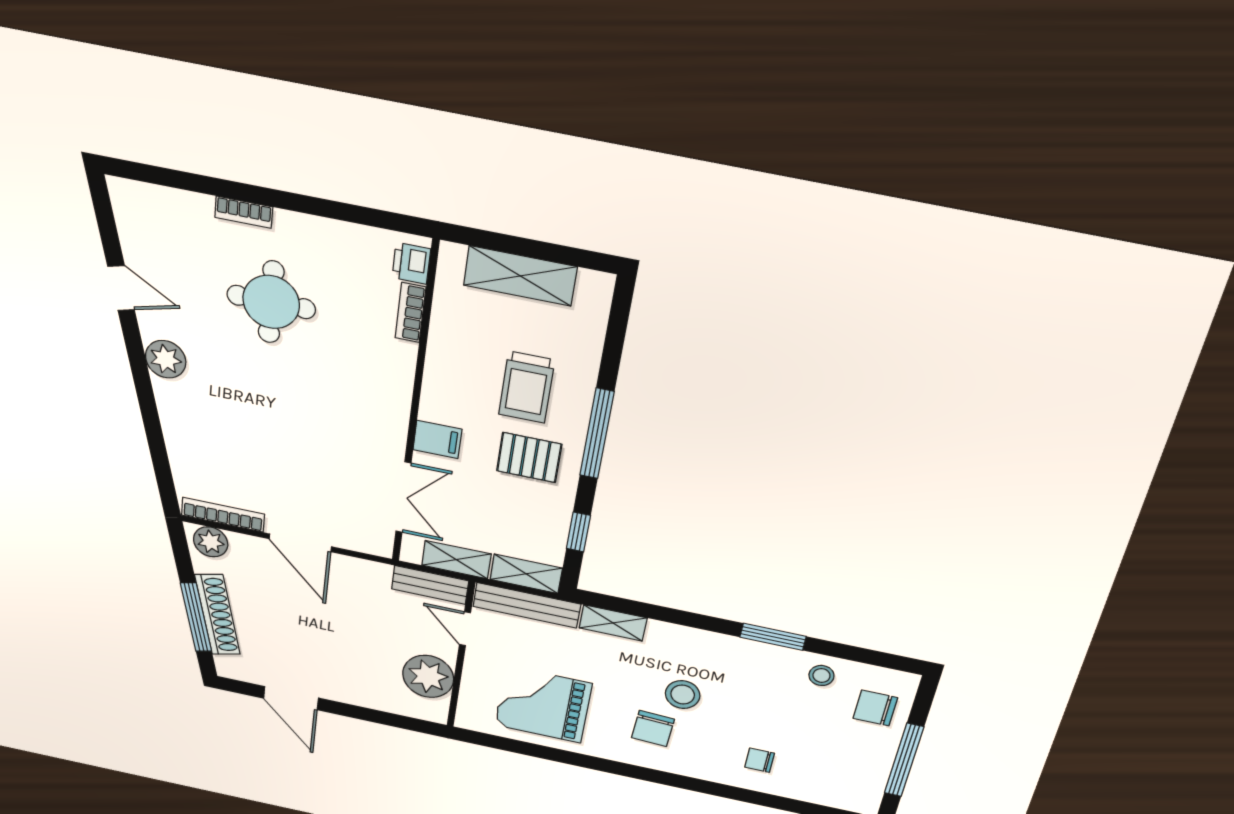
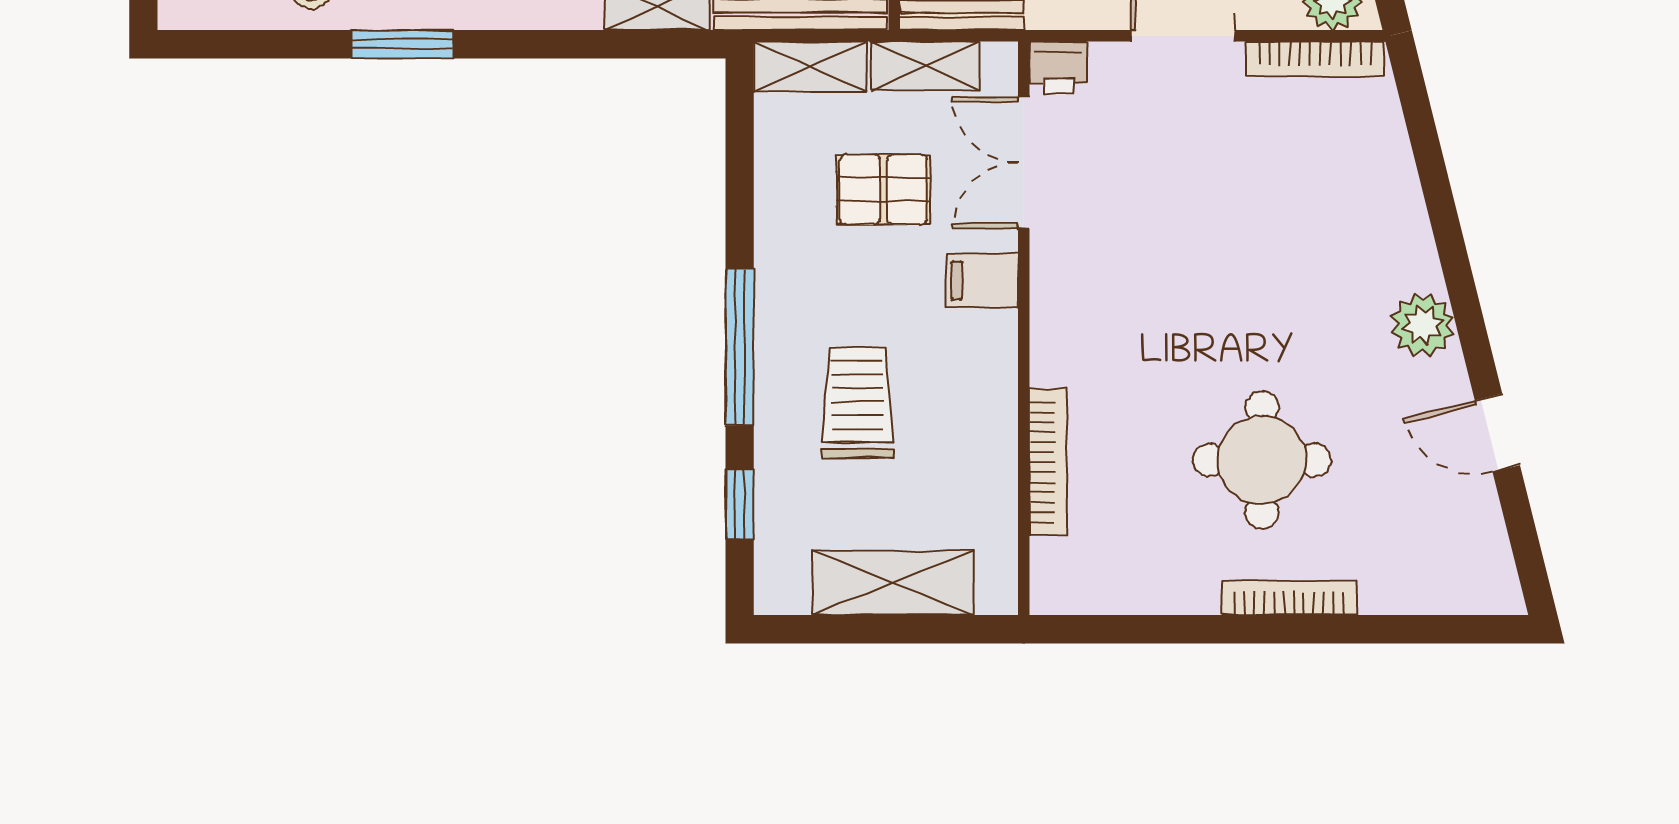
bookcase: (244, 212) -> (1289, 598), width x1.56
printer: (411, 263) -> (1058, 68), moved, turned 90
bookcase: (410, 313) -> (1048, 462), width x1.56
pallet: (529, 458) -> (883, 189), moved
window: (578, 532) -> (740, 504), moved

